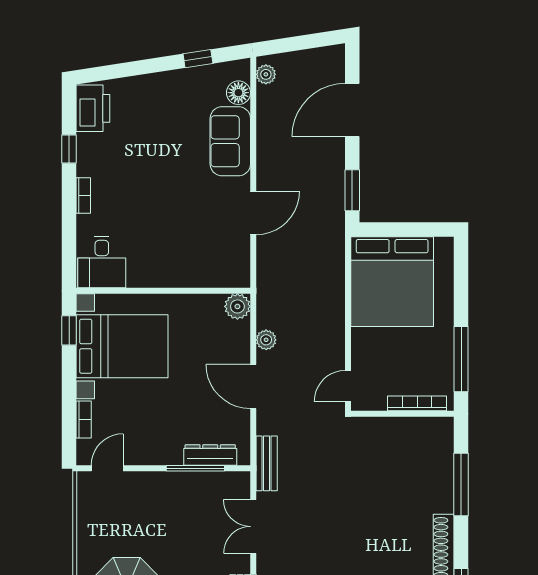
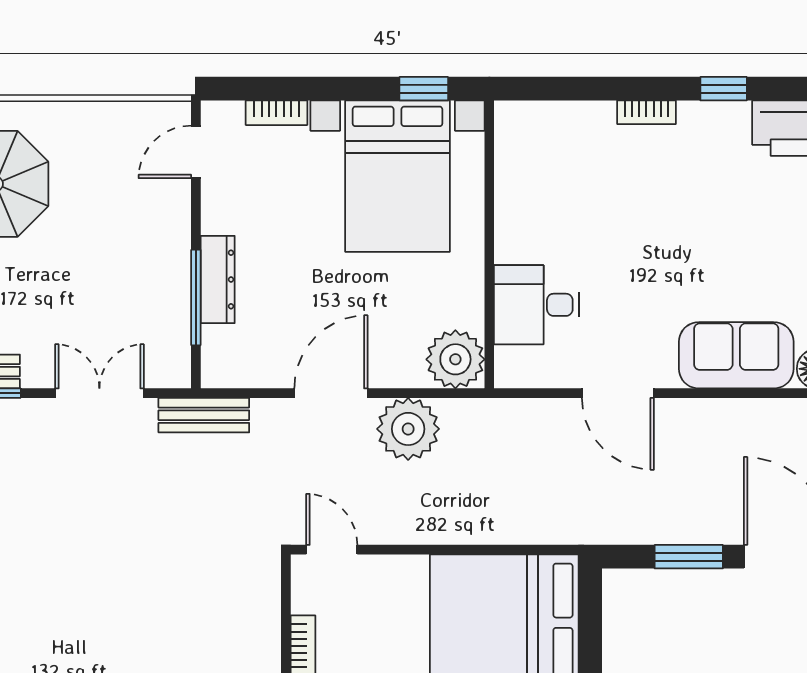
window: (352, 190) -> (689, 557), moved
desk: (102, 262) -> (537, 305), moved
plant: (237, 306) -> (455, 359), width x1.36, depth x1.36
plant: (266, 340) -> (408, 429), width x1.88, depth x1.88
dresser: (210, 455) -> (218, 279), moved
door: (107, 468) -> (196, 152), swing flipped

